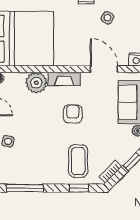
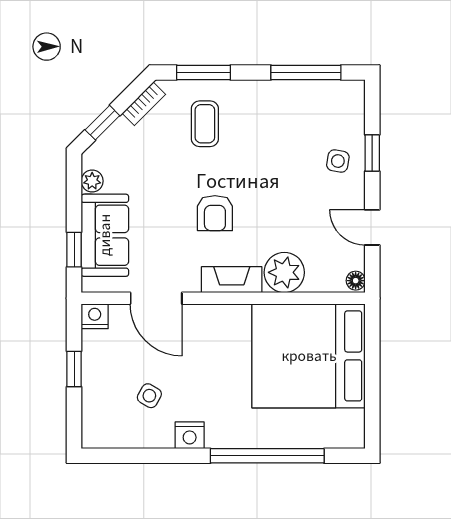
coffee table: (78, 161) -> (205, 124), width x0.73, depth x0.77
window: (79, 188) -> (204, 72), width x1.50

